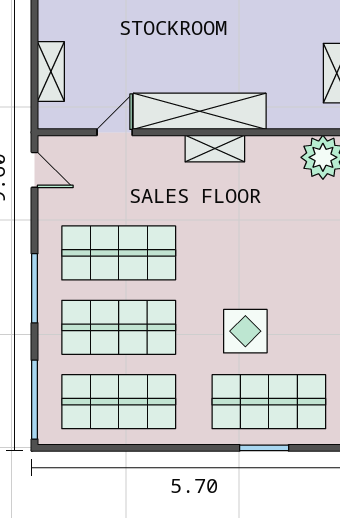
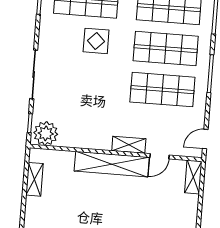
shelving: (51, 71) -> (193, 177), moved
shelving: (215, 149) -> (129, 145), moved
door: (35, 170) -> (205, 139), hinge flipped

